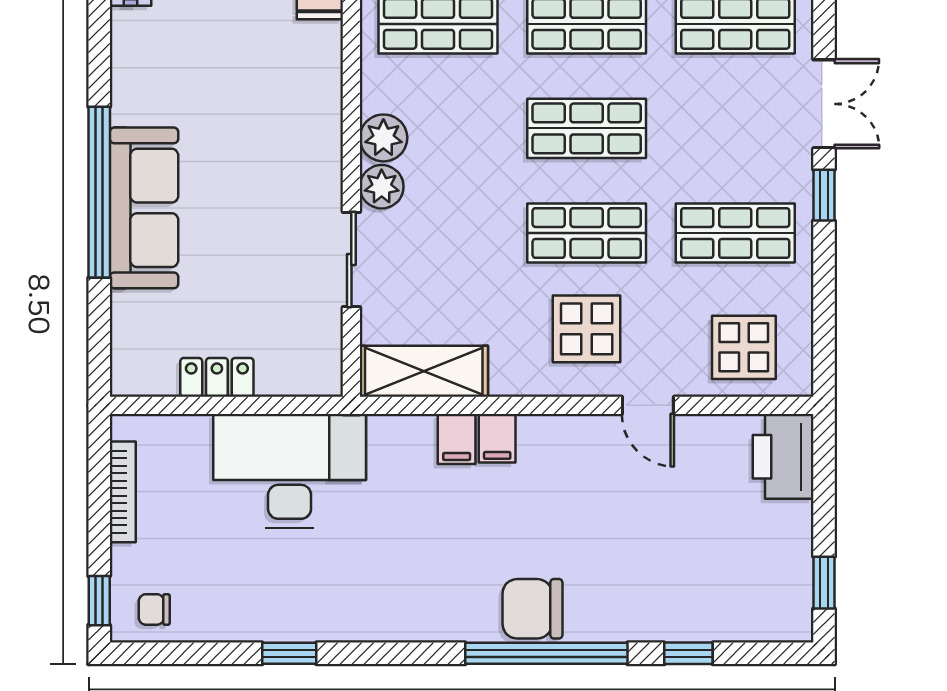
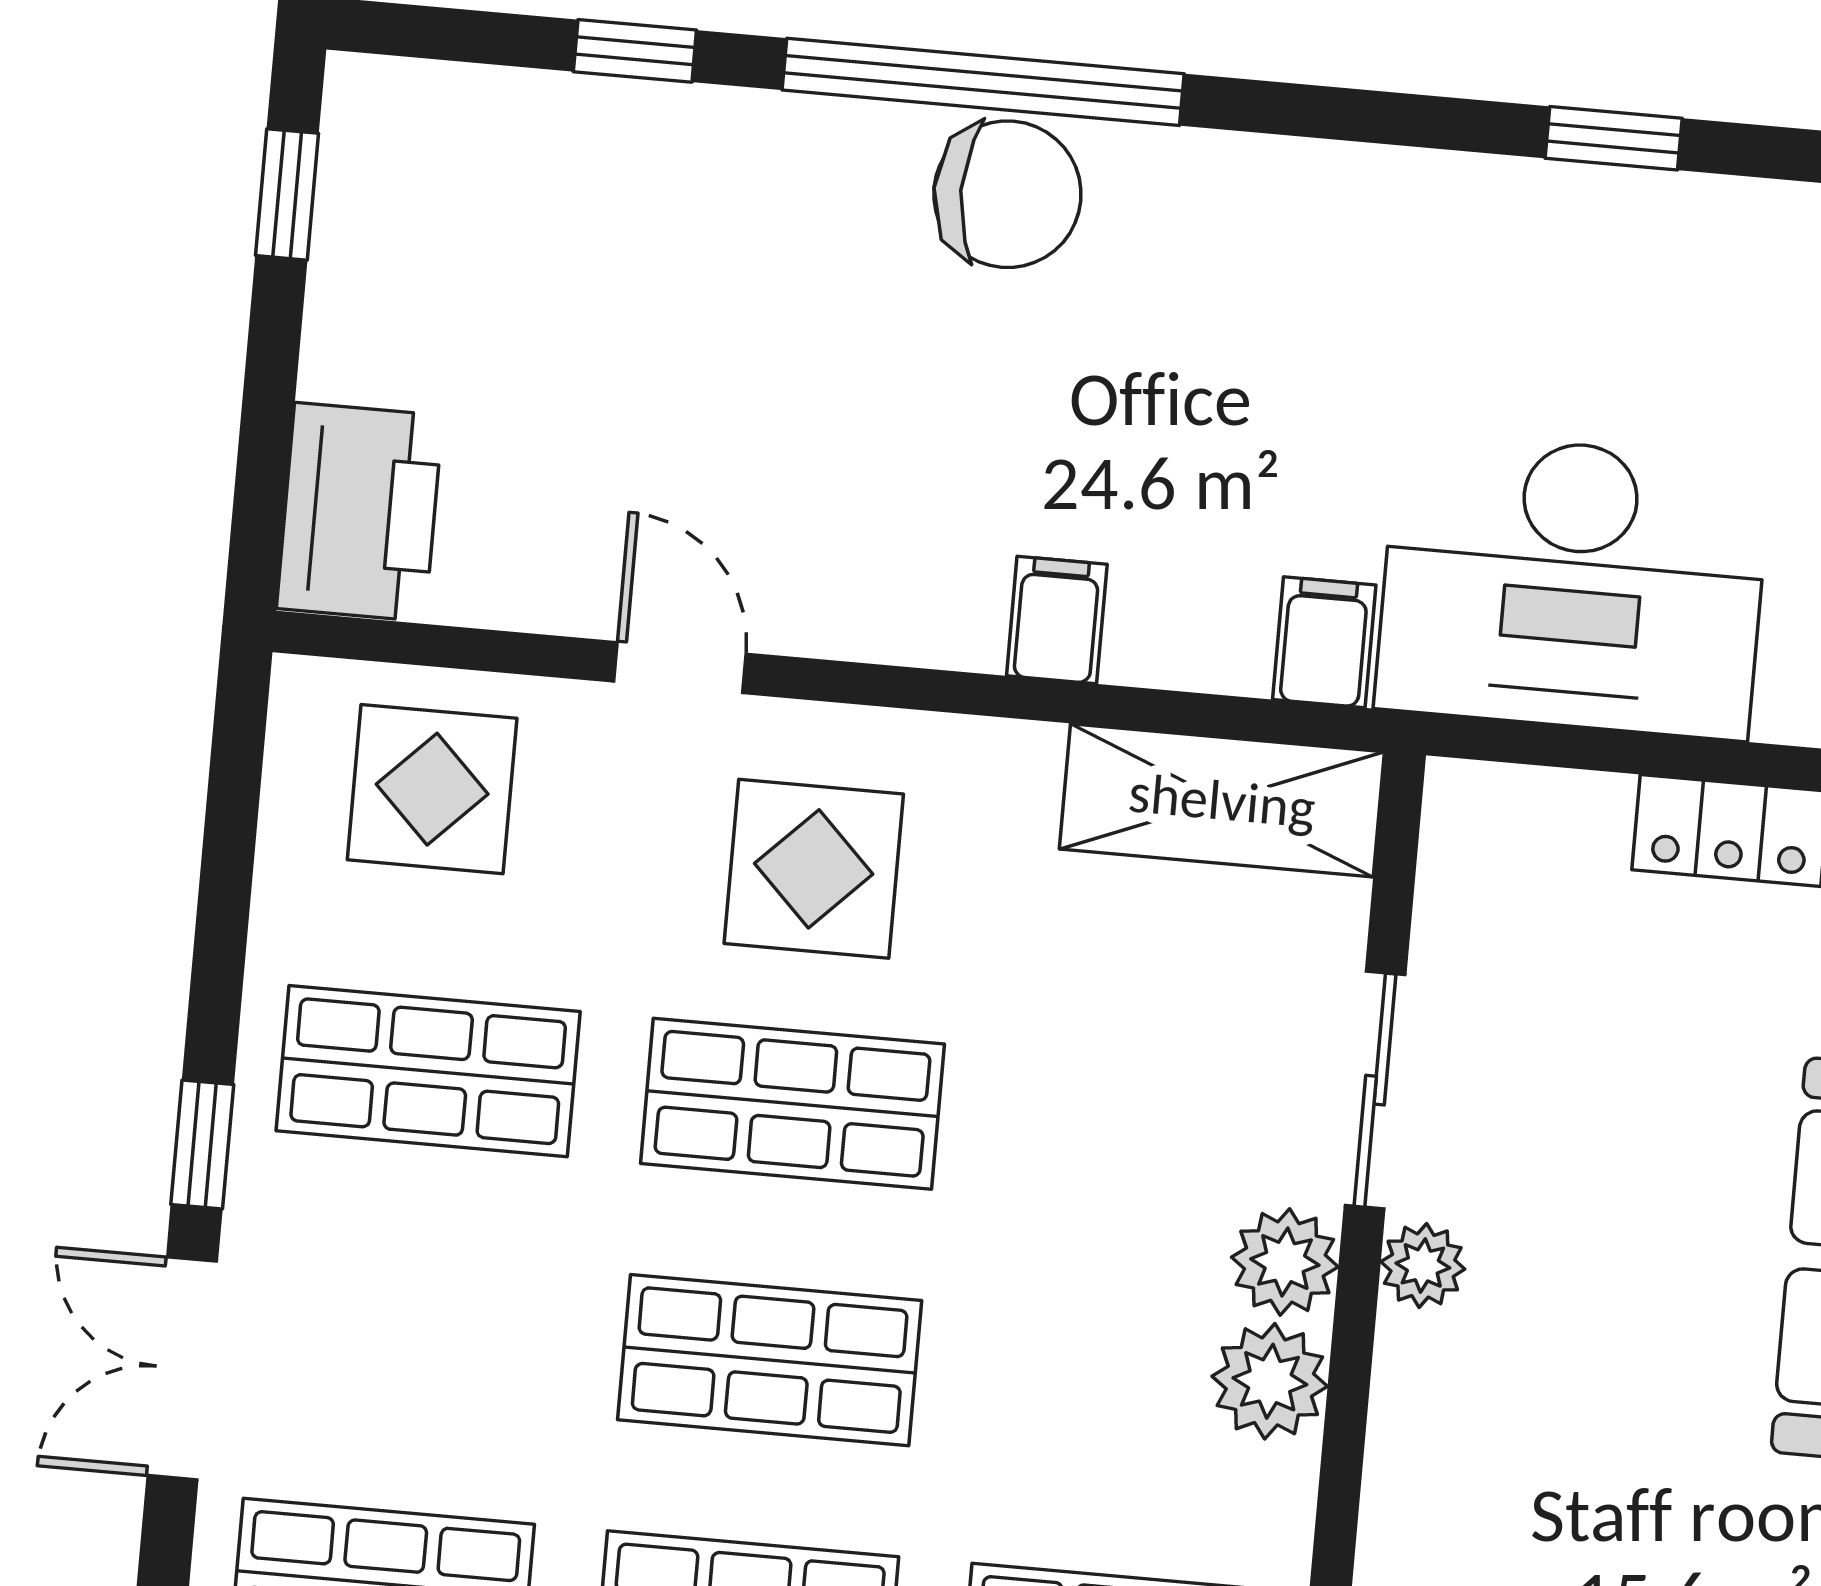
plant: (326, 190) -> (1423, 1265), added
filing cabinet: (457, 439) -> (1324, 642), moved

